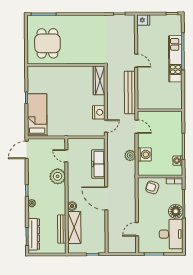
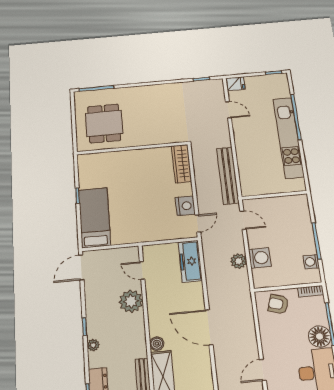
kitchen unit: (175, 59) -> (288, 138), width x1.36
door: (136, 61) -> (228, 110), moved
freezer: (98, 164) -> (190, 261), moved

